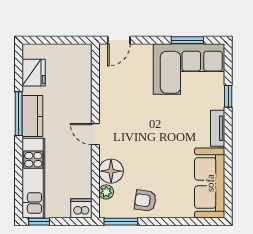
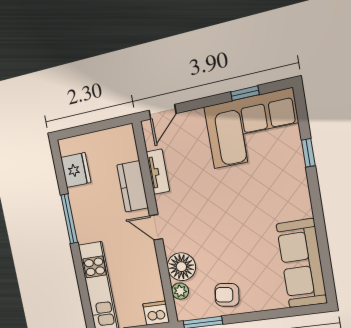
window: (187, 40) -> (245, 93), width x0.67
kitchen counter: (32, 116) -> (133, 186), moved, turned 180
tv unit: (218, 128) -> (158, 172), moved, turned 180

